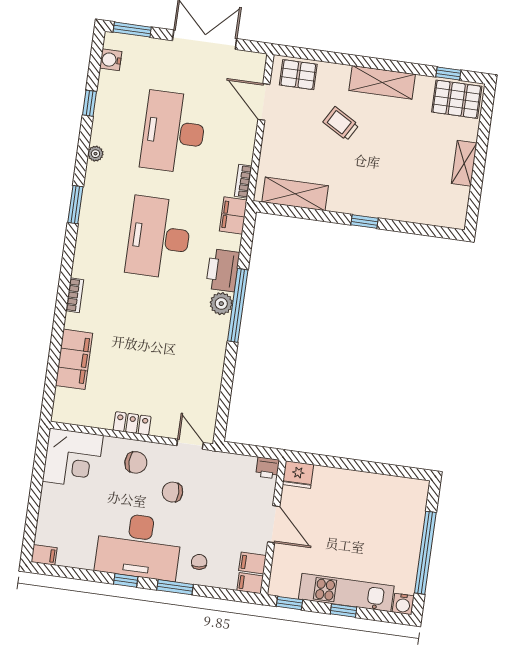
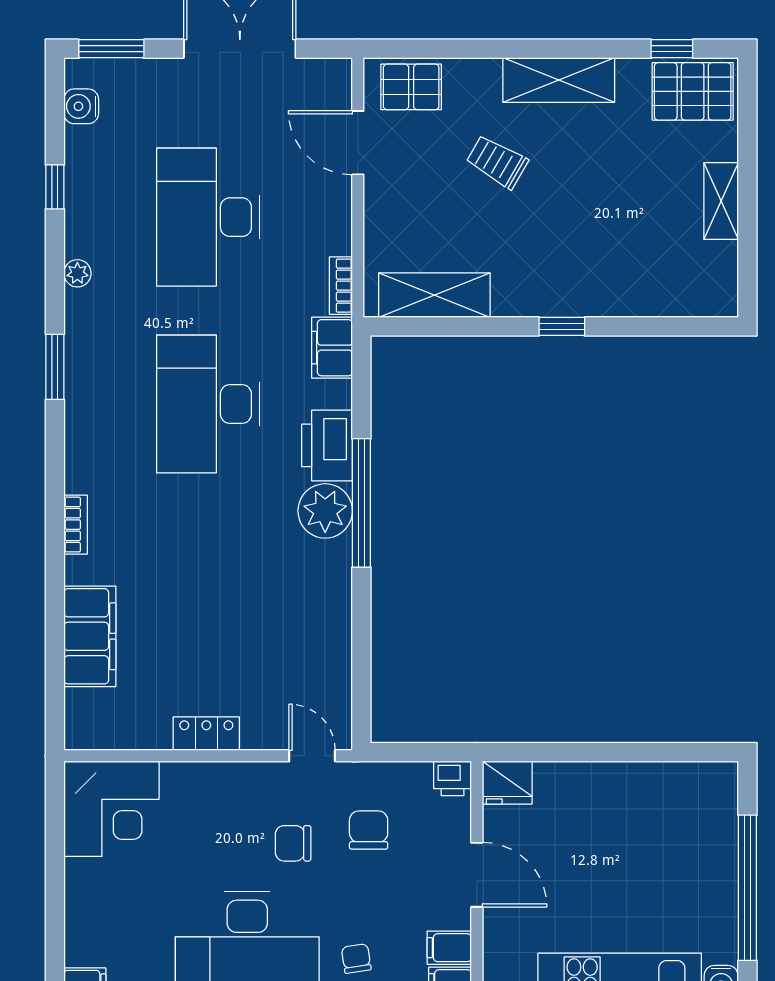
plant: (221, 304) -> (325, 511), width x1.36, depth x1.36
chair: (136, 462) -> (369, 830), moved, turned -90

